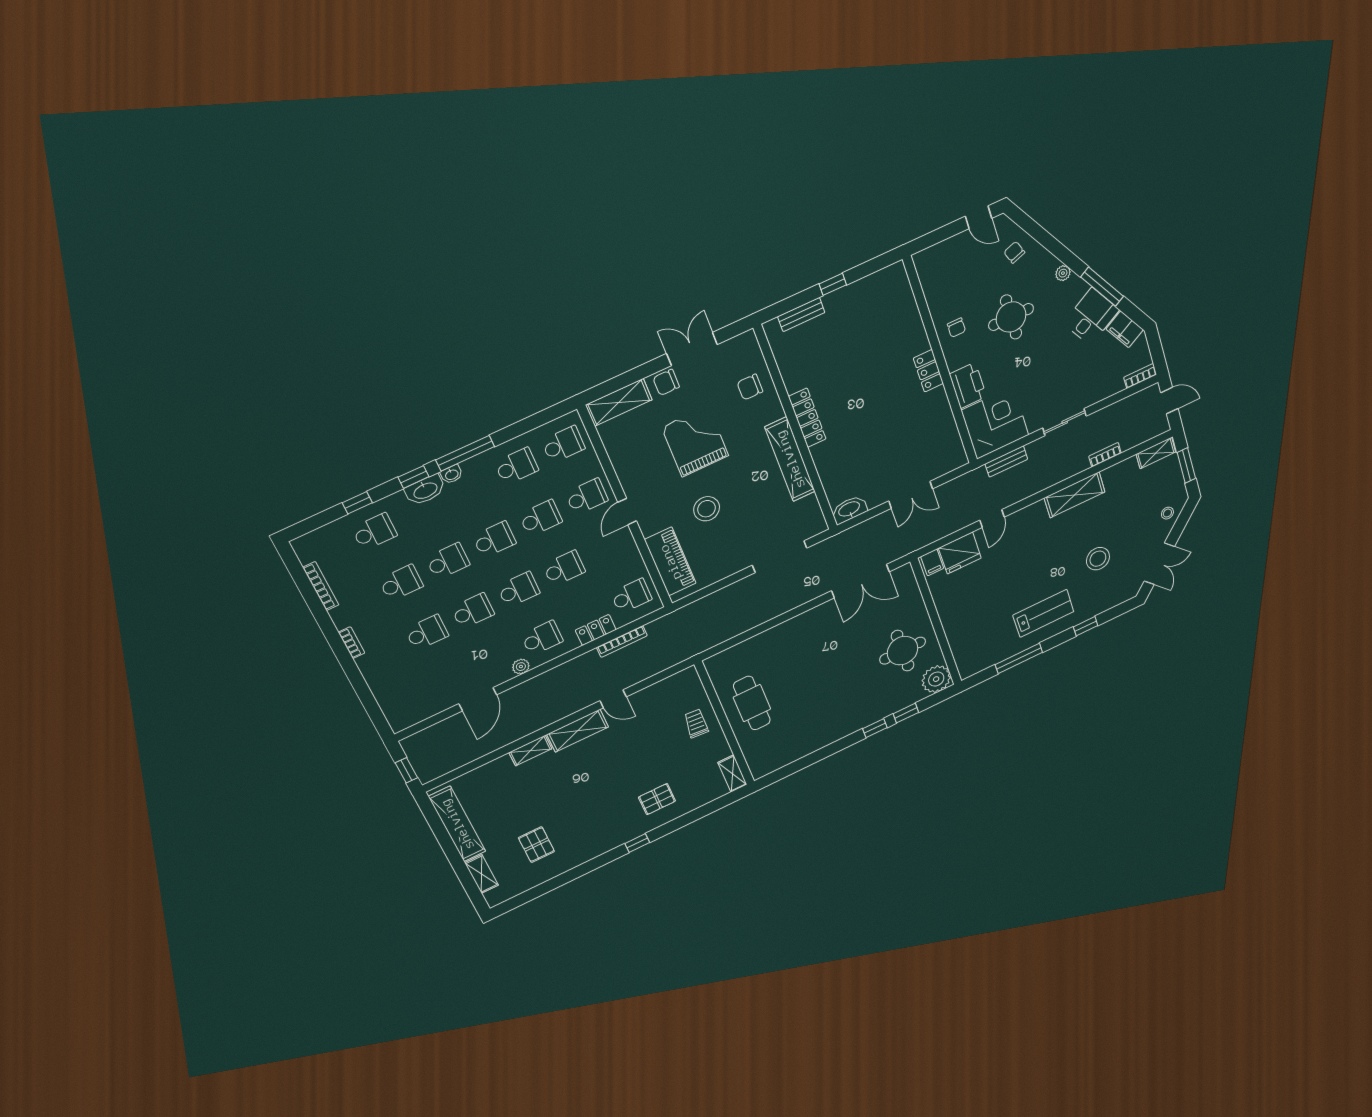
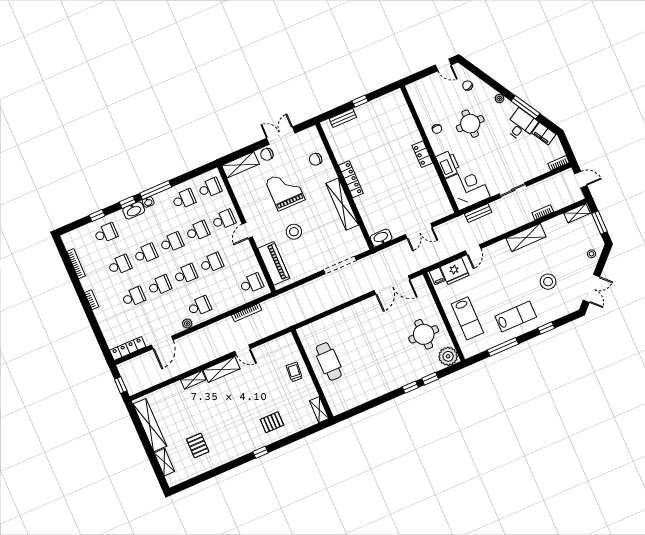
lab bench: (971, 622) -> (467, 318), added
locker: (596, 630) -> (128, 349), moved, width x1.53

